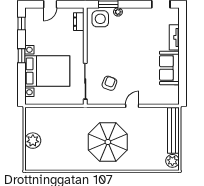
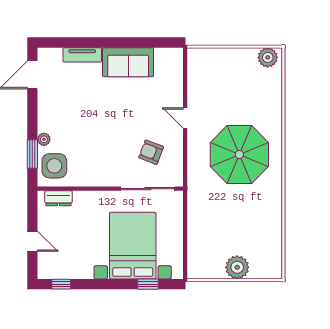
window: (22, 56) -> (148, 284), moved
bench: (173, 131) -> (222, 56), removed

